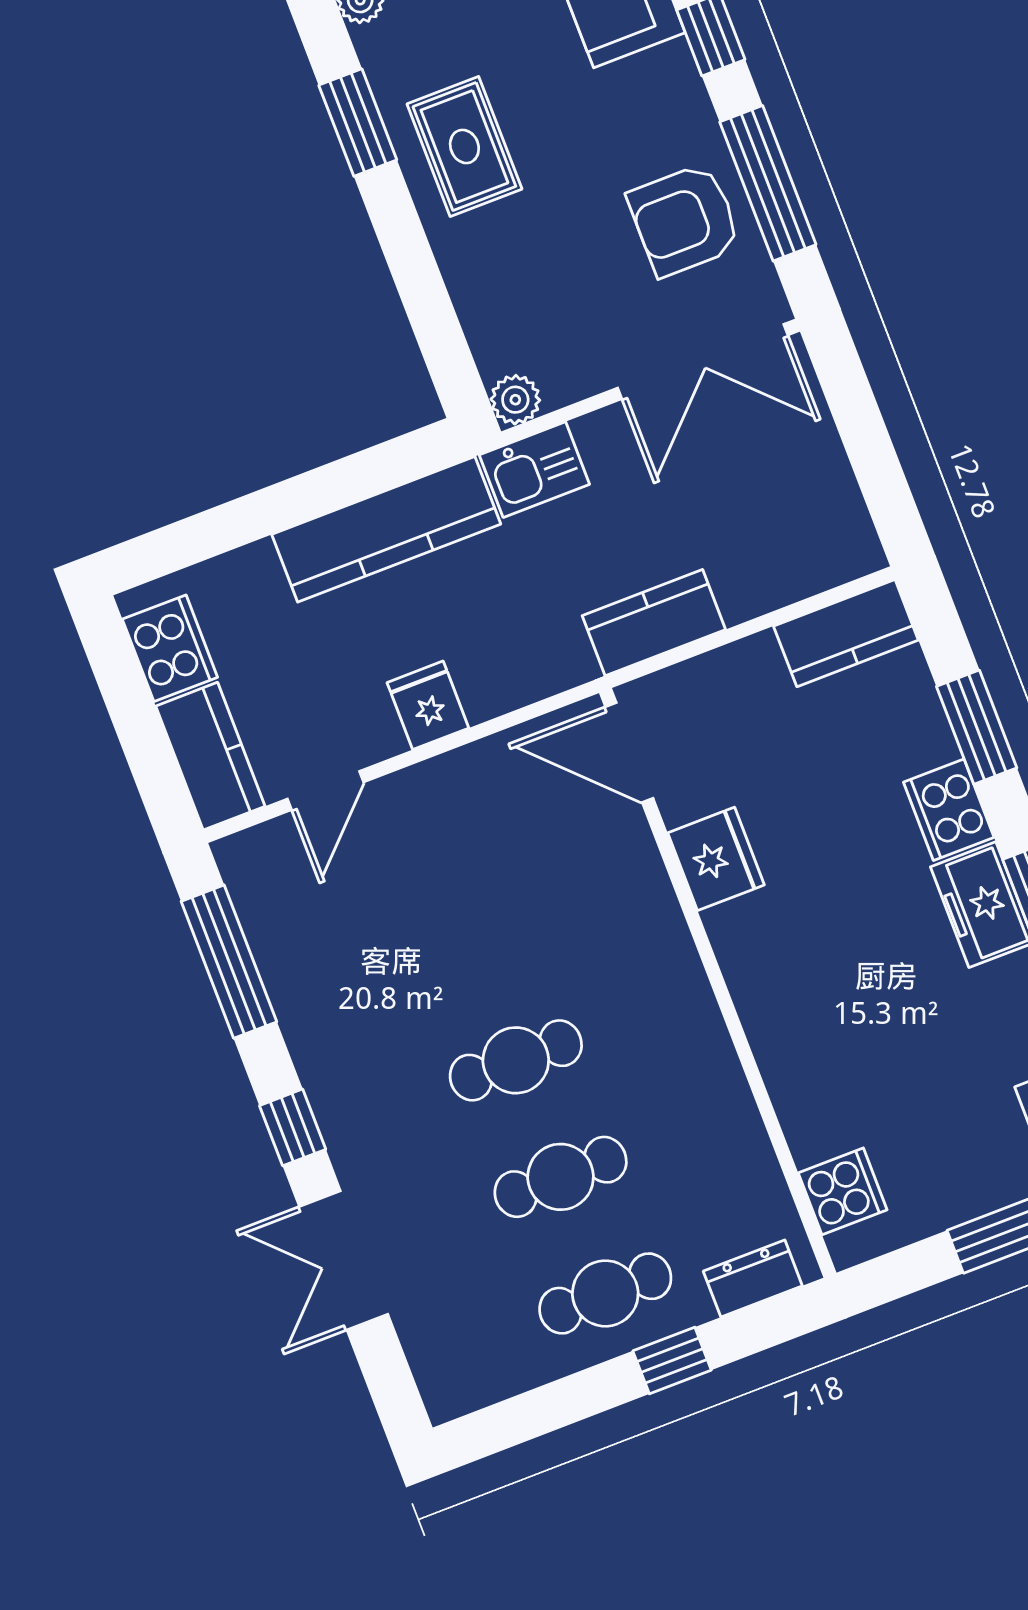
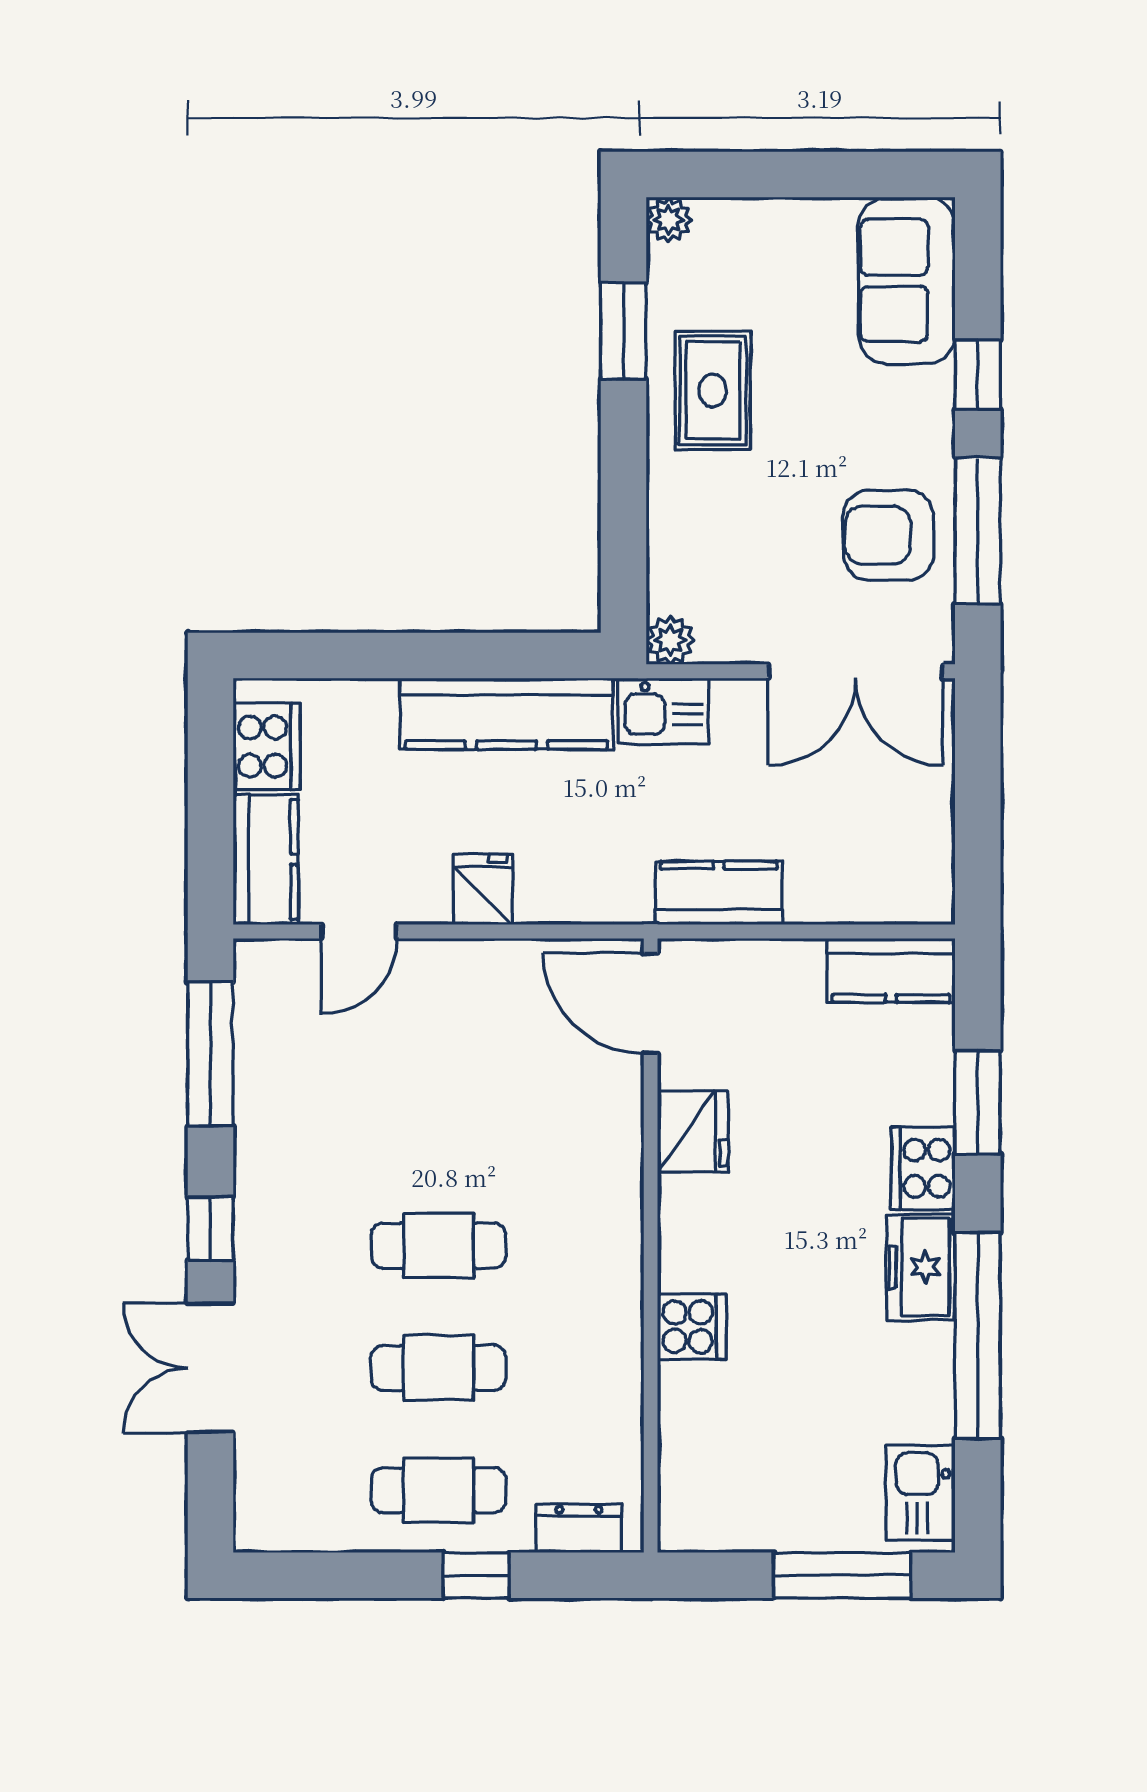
cooker: (843, 1191) -> (692, 1327), moved

